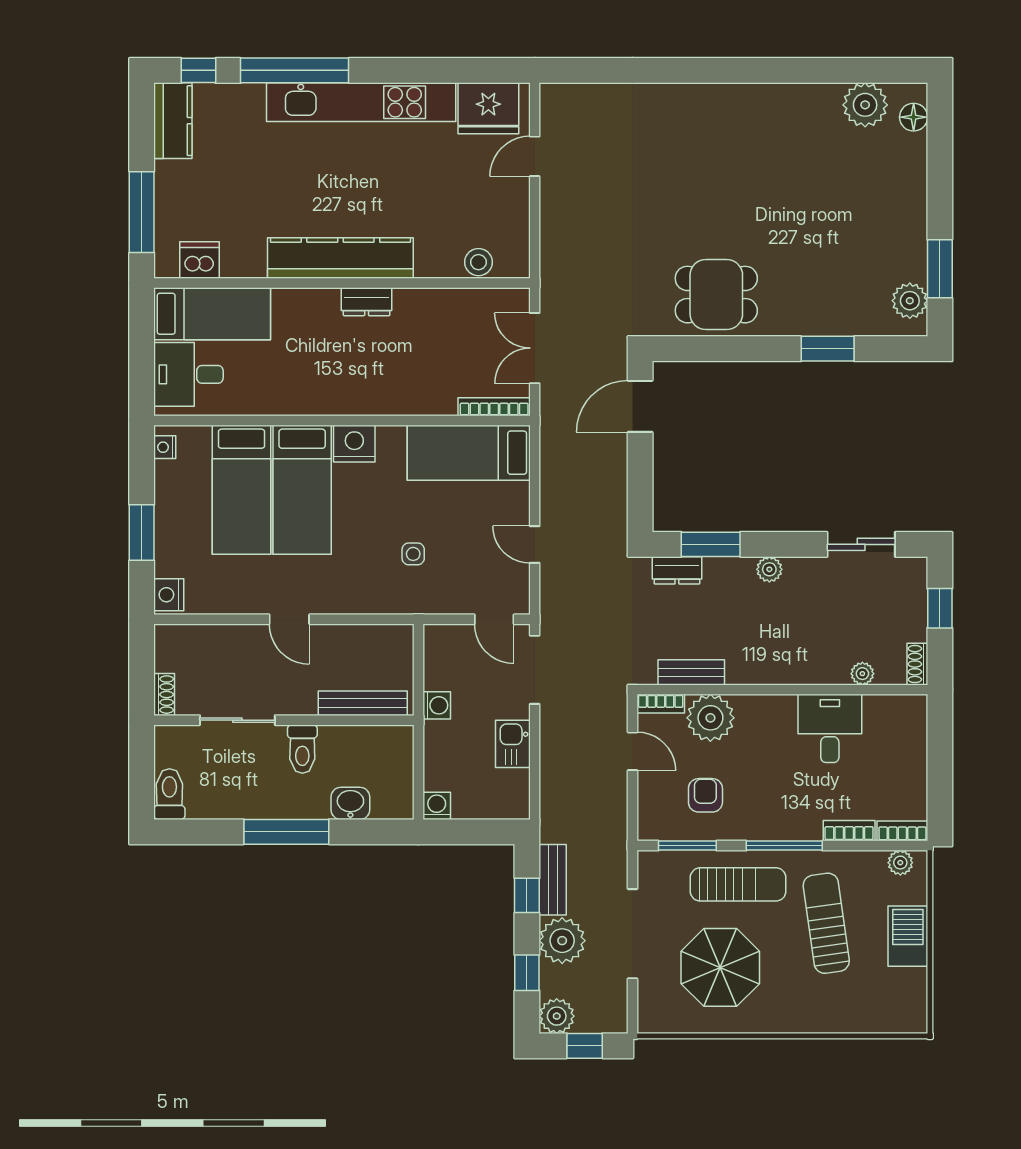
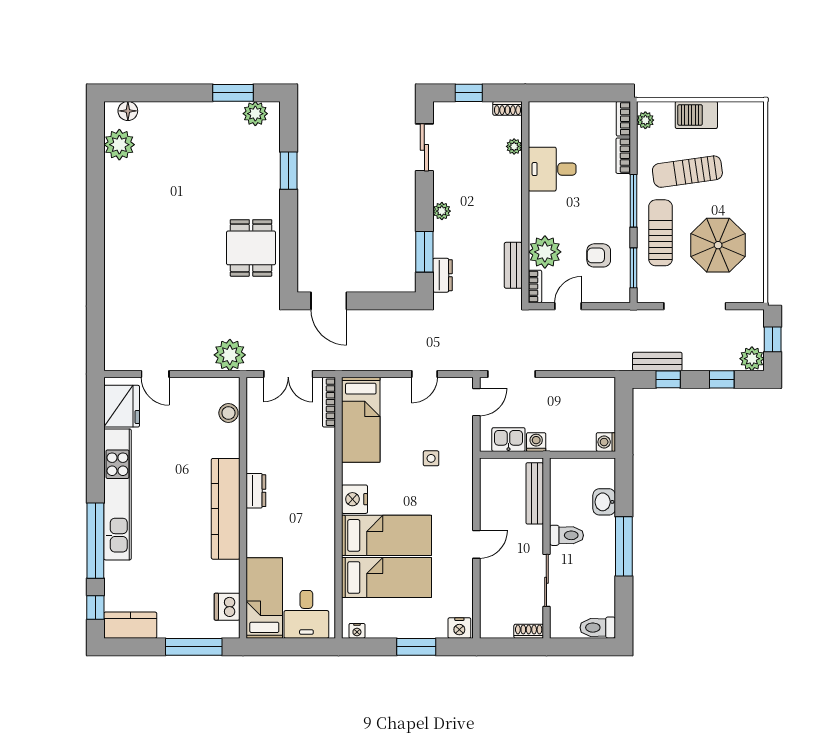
kitchen sink: (513, 744) -> (508, 440), moved, turned 180
plant: (562, 941) -> (230, 355), moved

